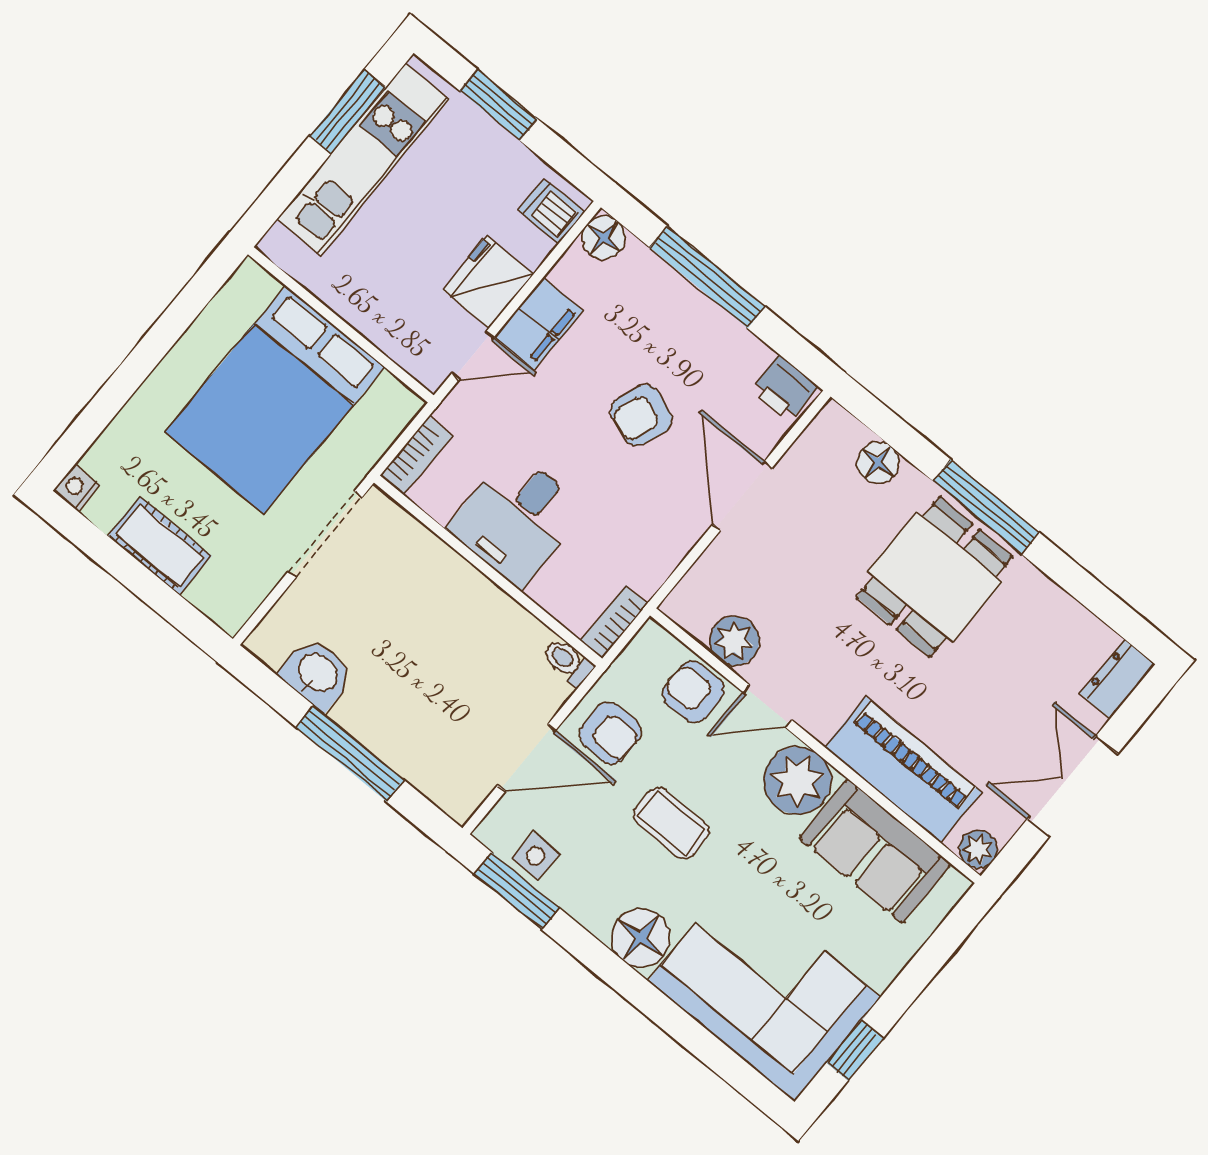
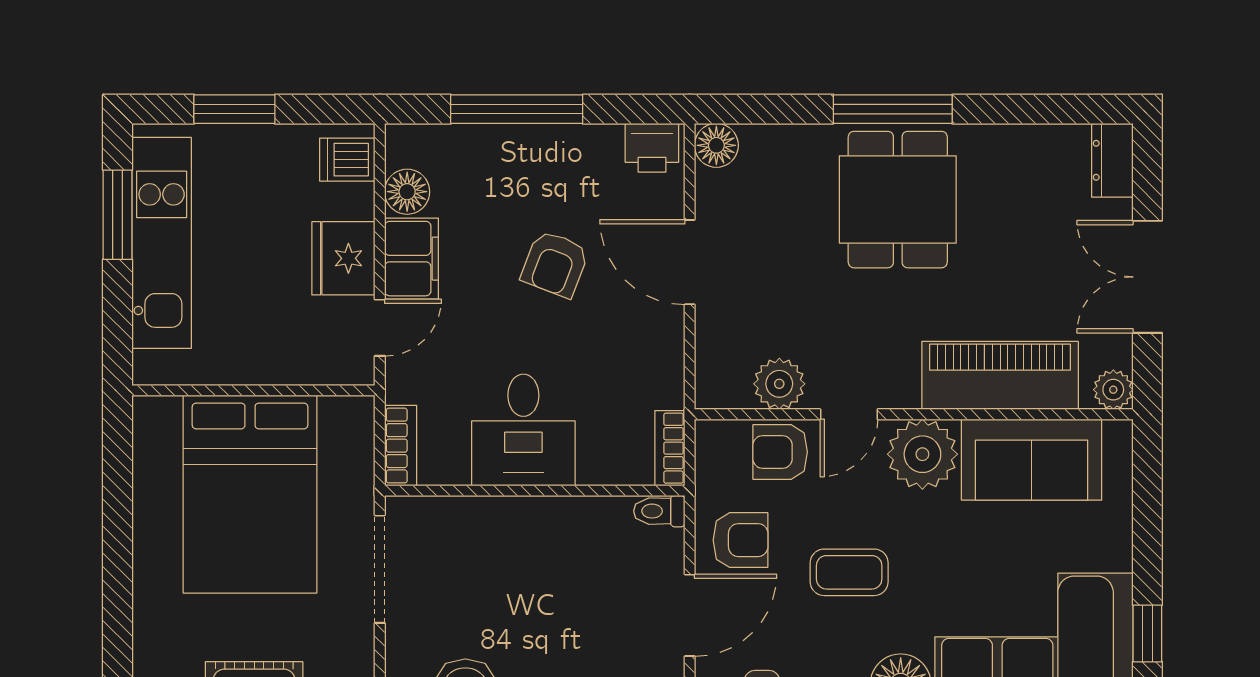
floor lamp: (604, 238) -> (407, 192), moved
floor lamp: (878, 463) -> (716, 145), moved

